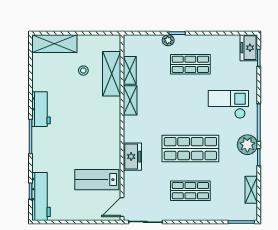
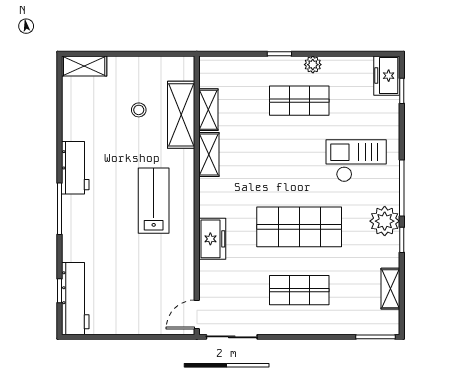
plant: (168, 40) -> (313, 65), moved
shelving: (54, 44) -> (84, 66), width x0.67, depth x0.75
lab bench: (97, 180) -> (154, 201), moved, turned 90

